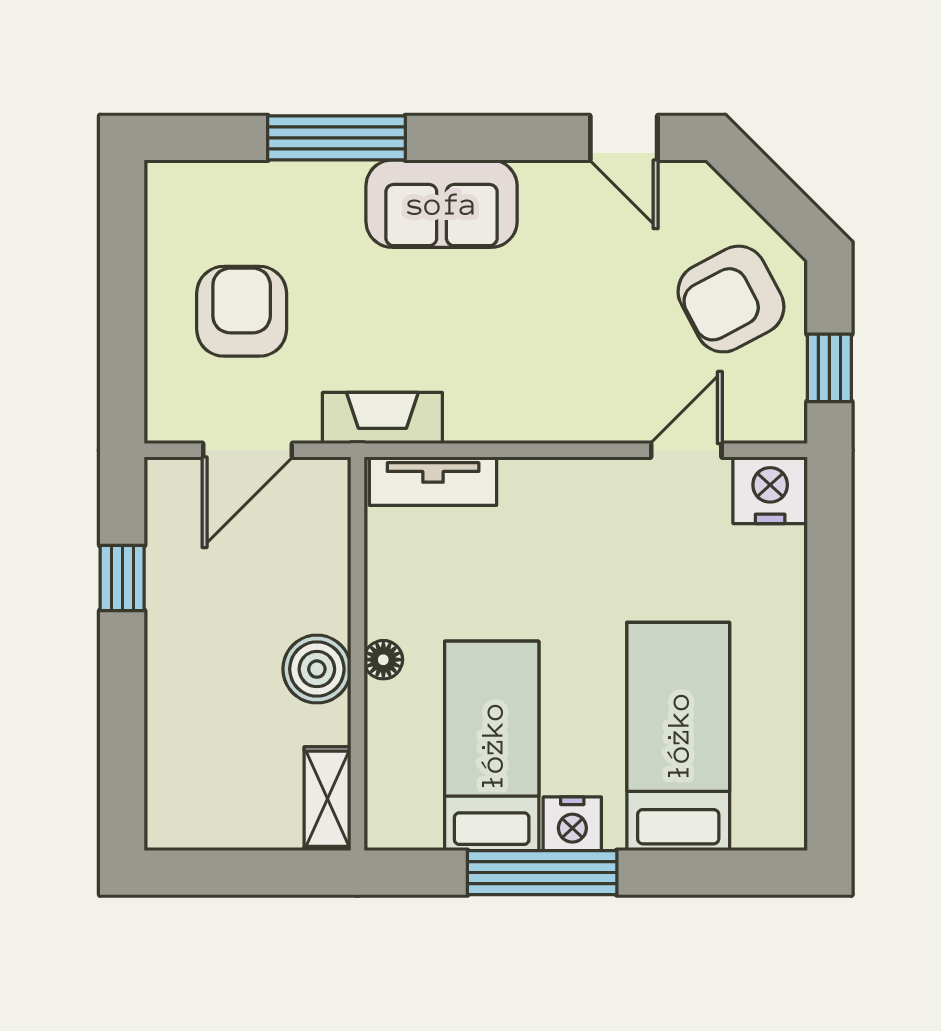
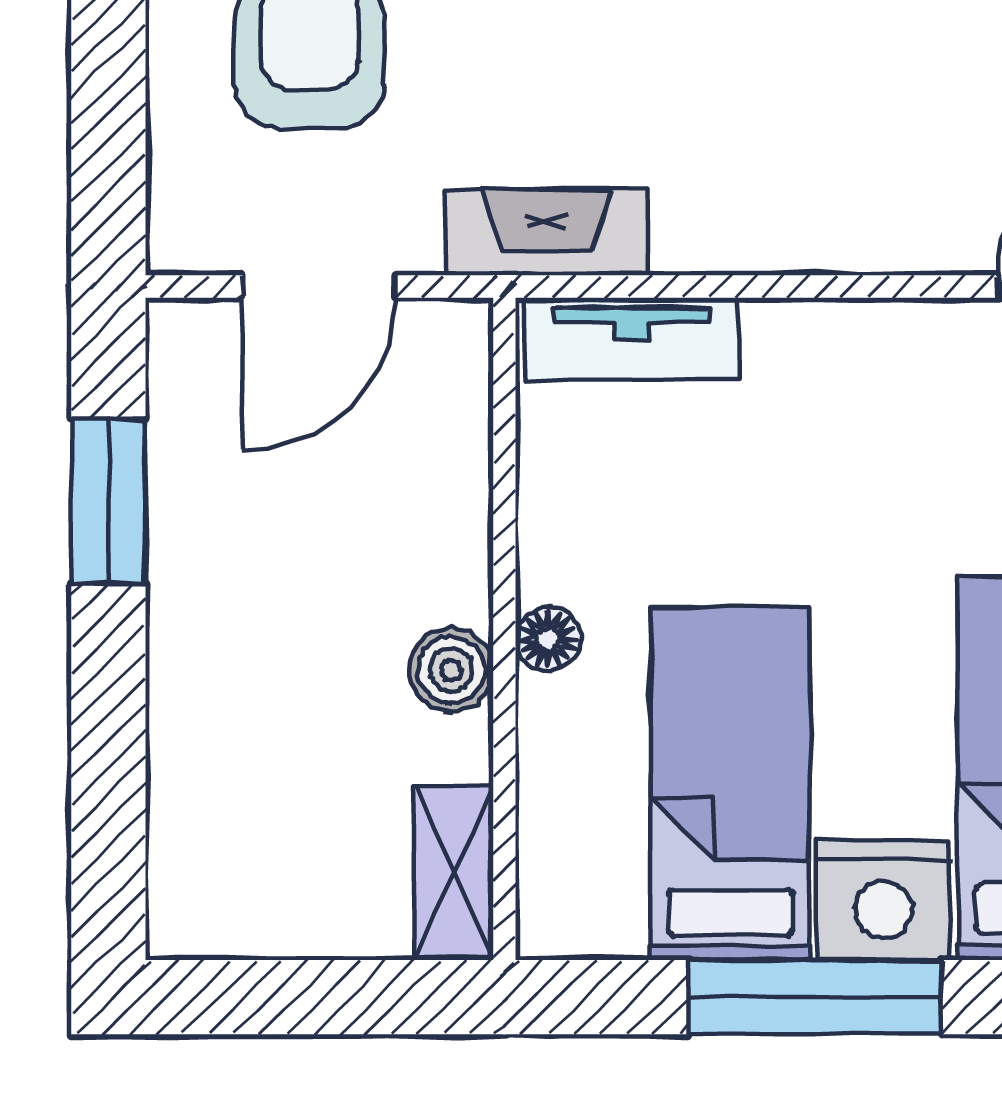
window: (122, 578) -> (108, 501), width x1.50
boiler: (317, 669) -> (451, 670), width x0.73, depth x0.73
nightstand: (572, 824) -> (884, 900), width x1.36, depth x1.33

